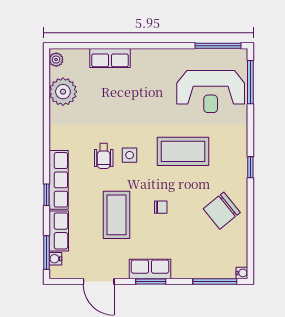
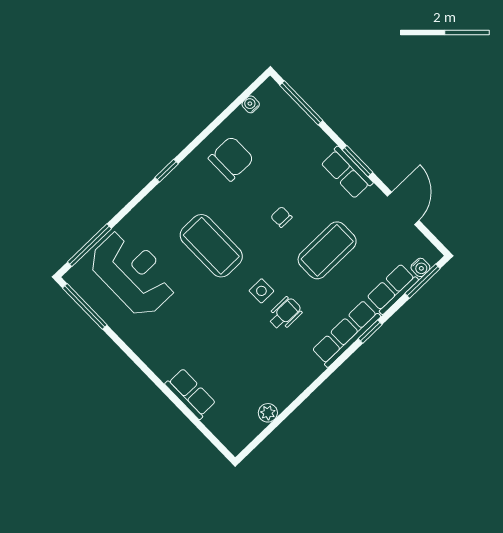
plant: (56, 60) -> (239, 441), removed
plant: (63, 92) -> (268, 413), width x0.53, depth x0.53
chair: (222, 211) -> (231, 159), turned -51
water cooler: (242, 273) -> (251, 104), moved

